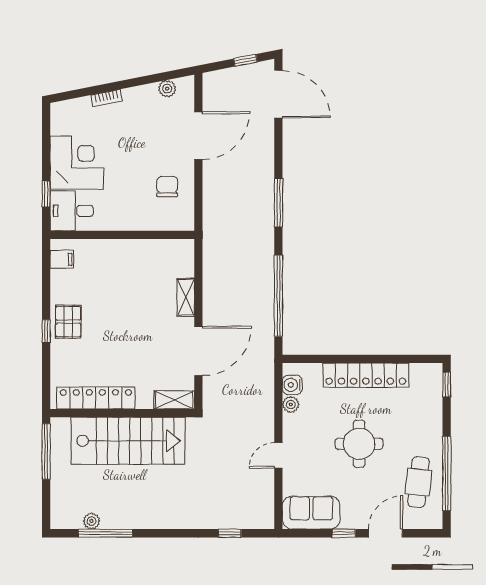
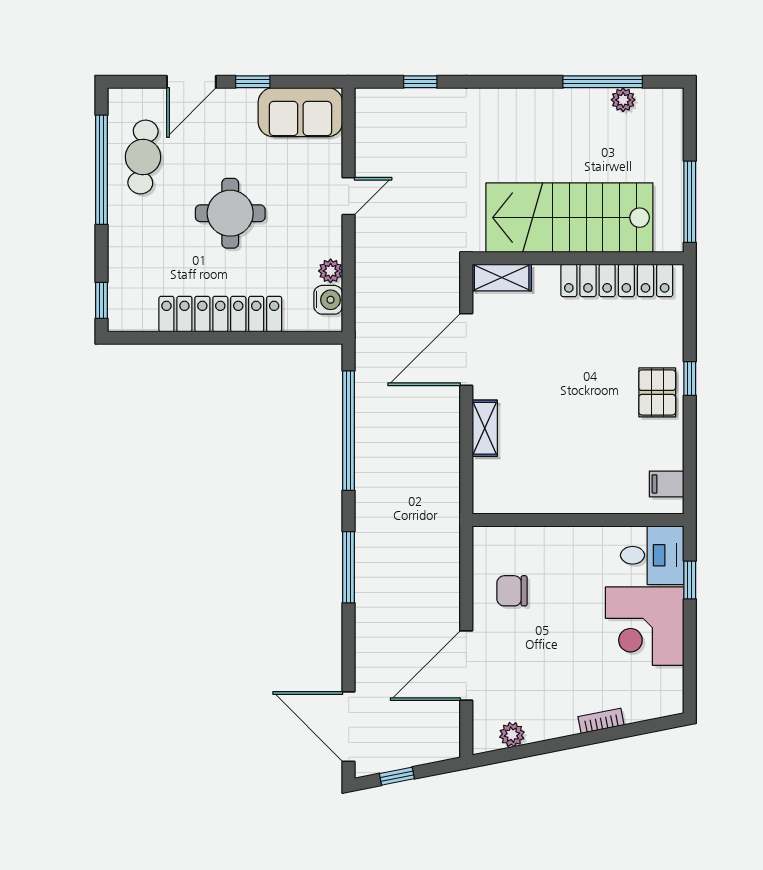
chair: (167, 187) -> (512, 591), turned 90

